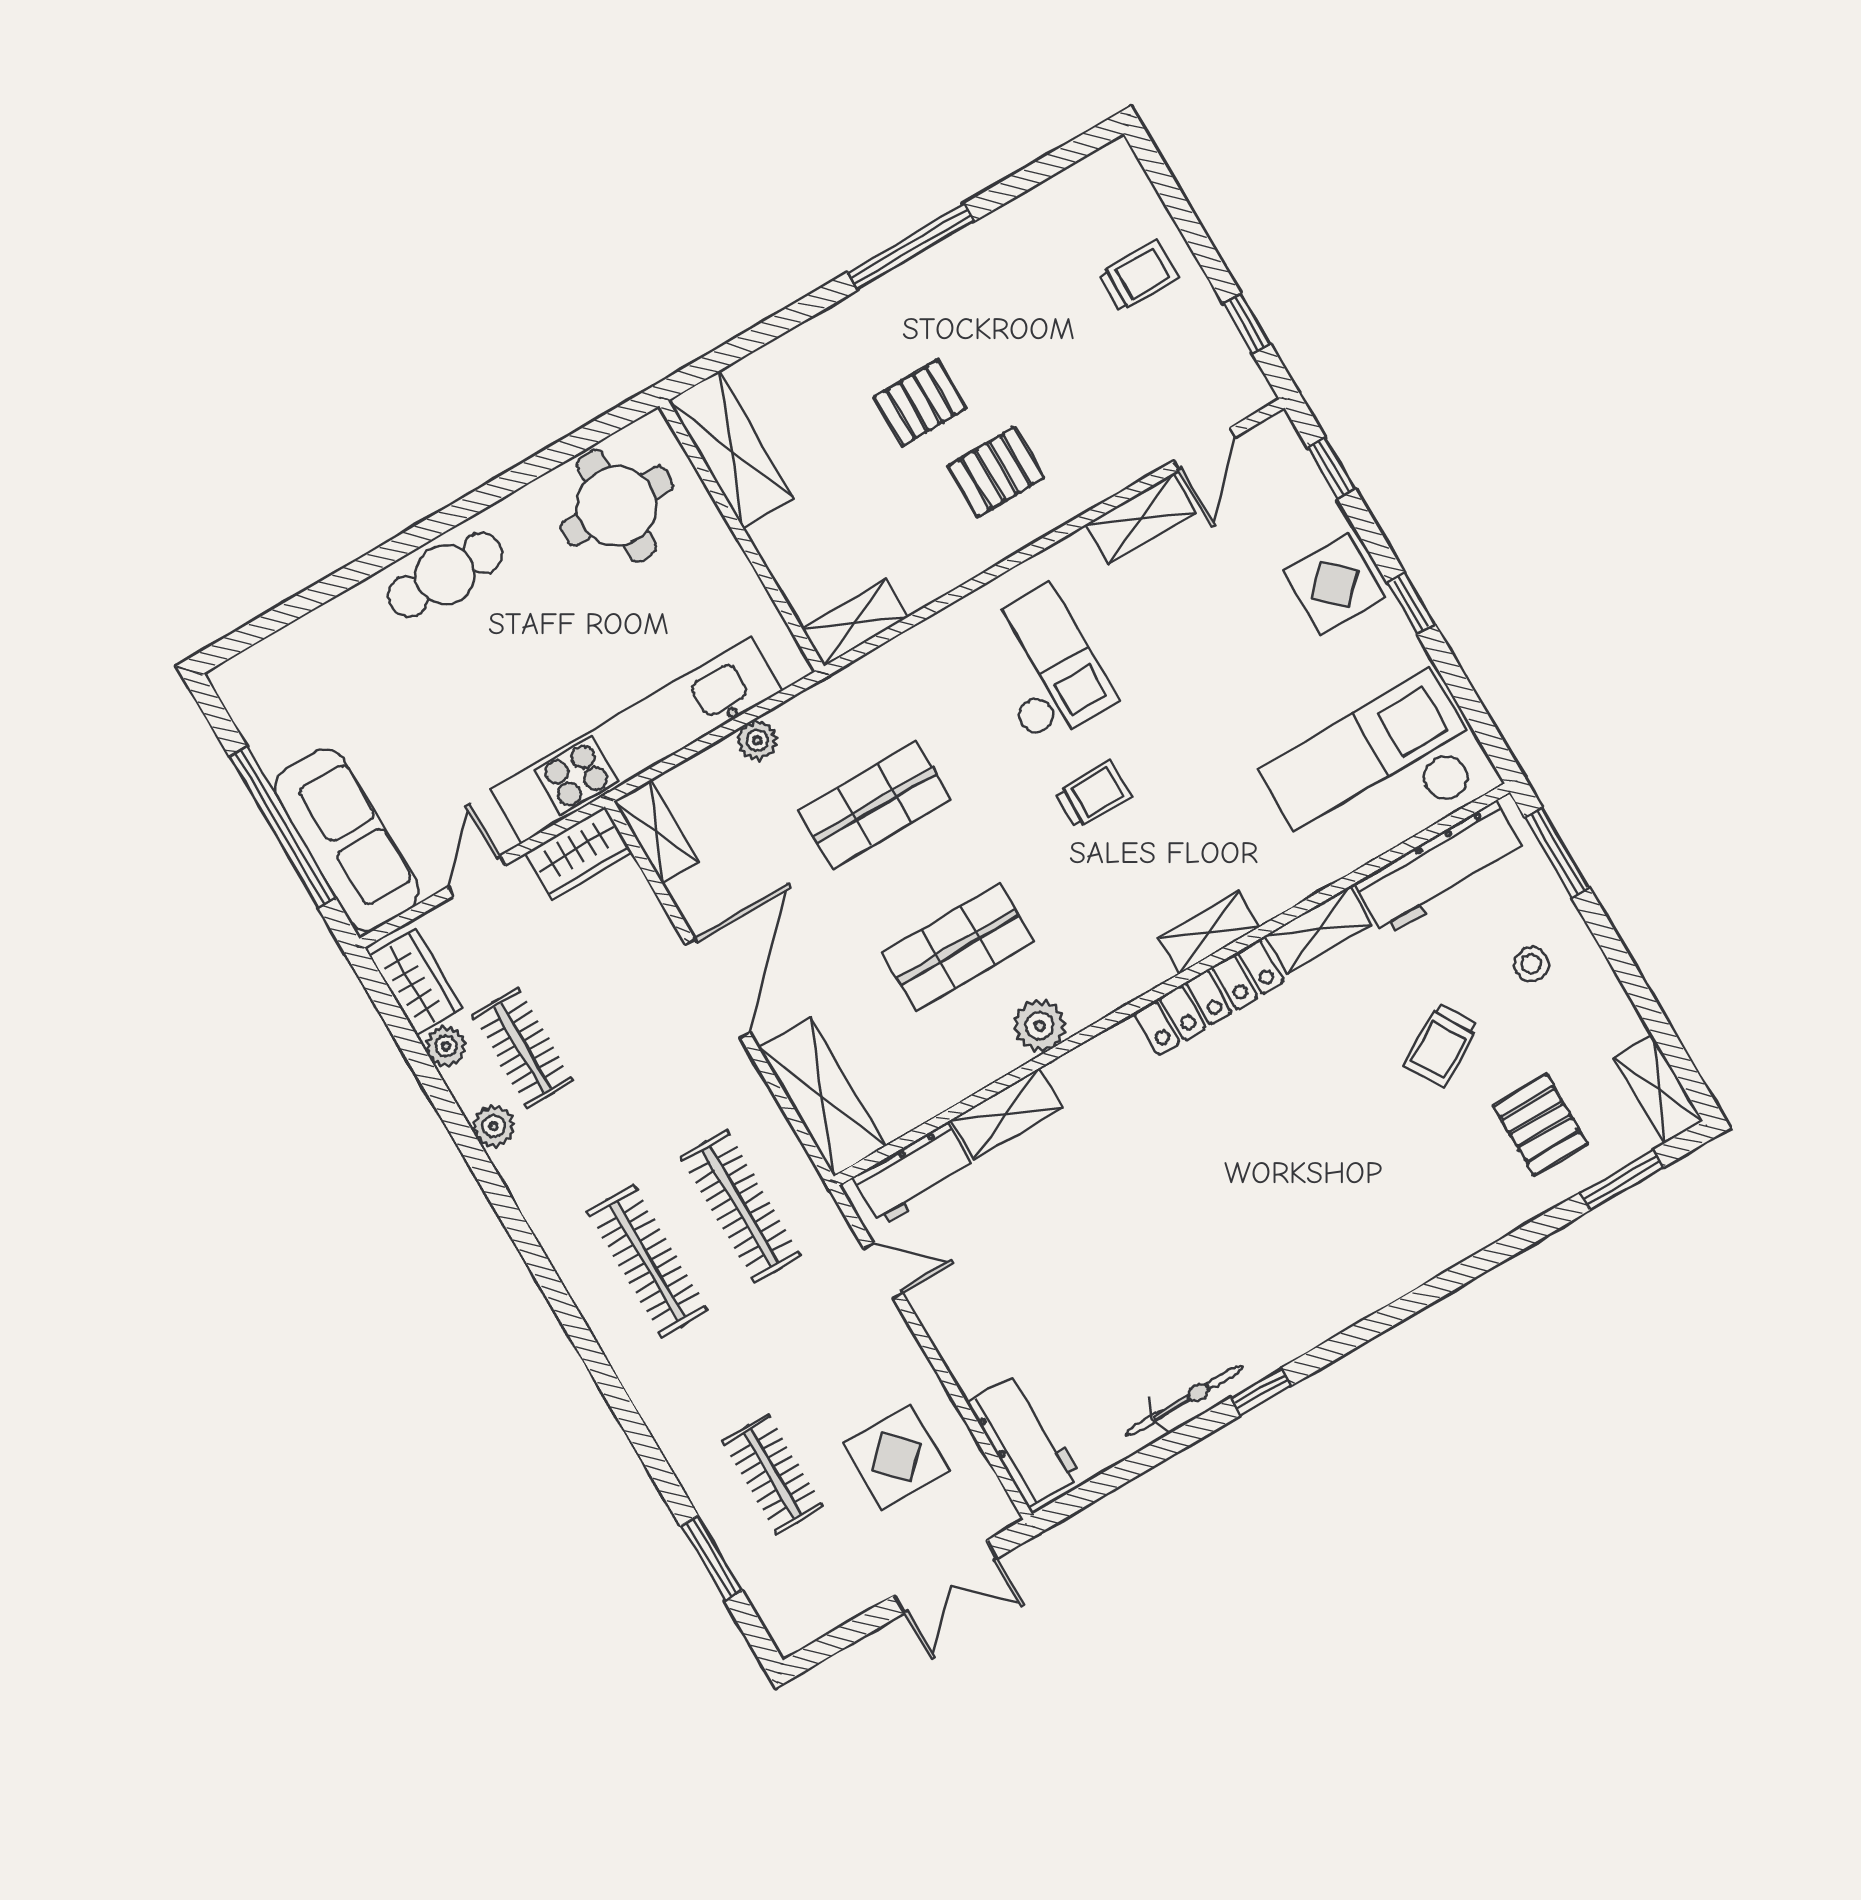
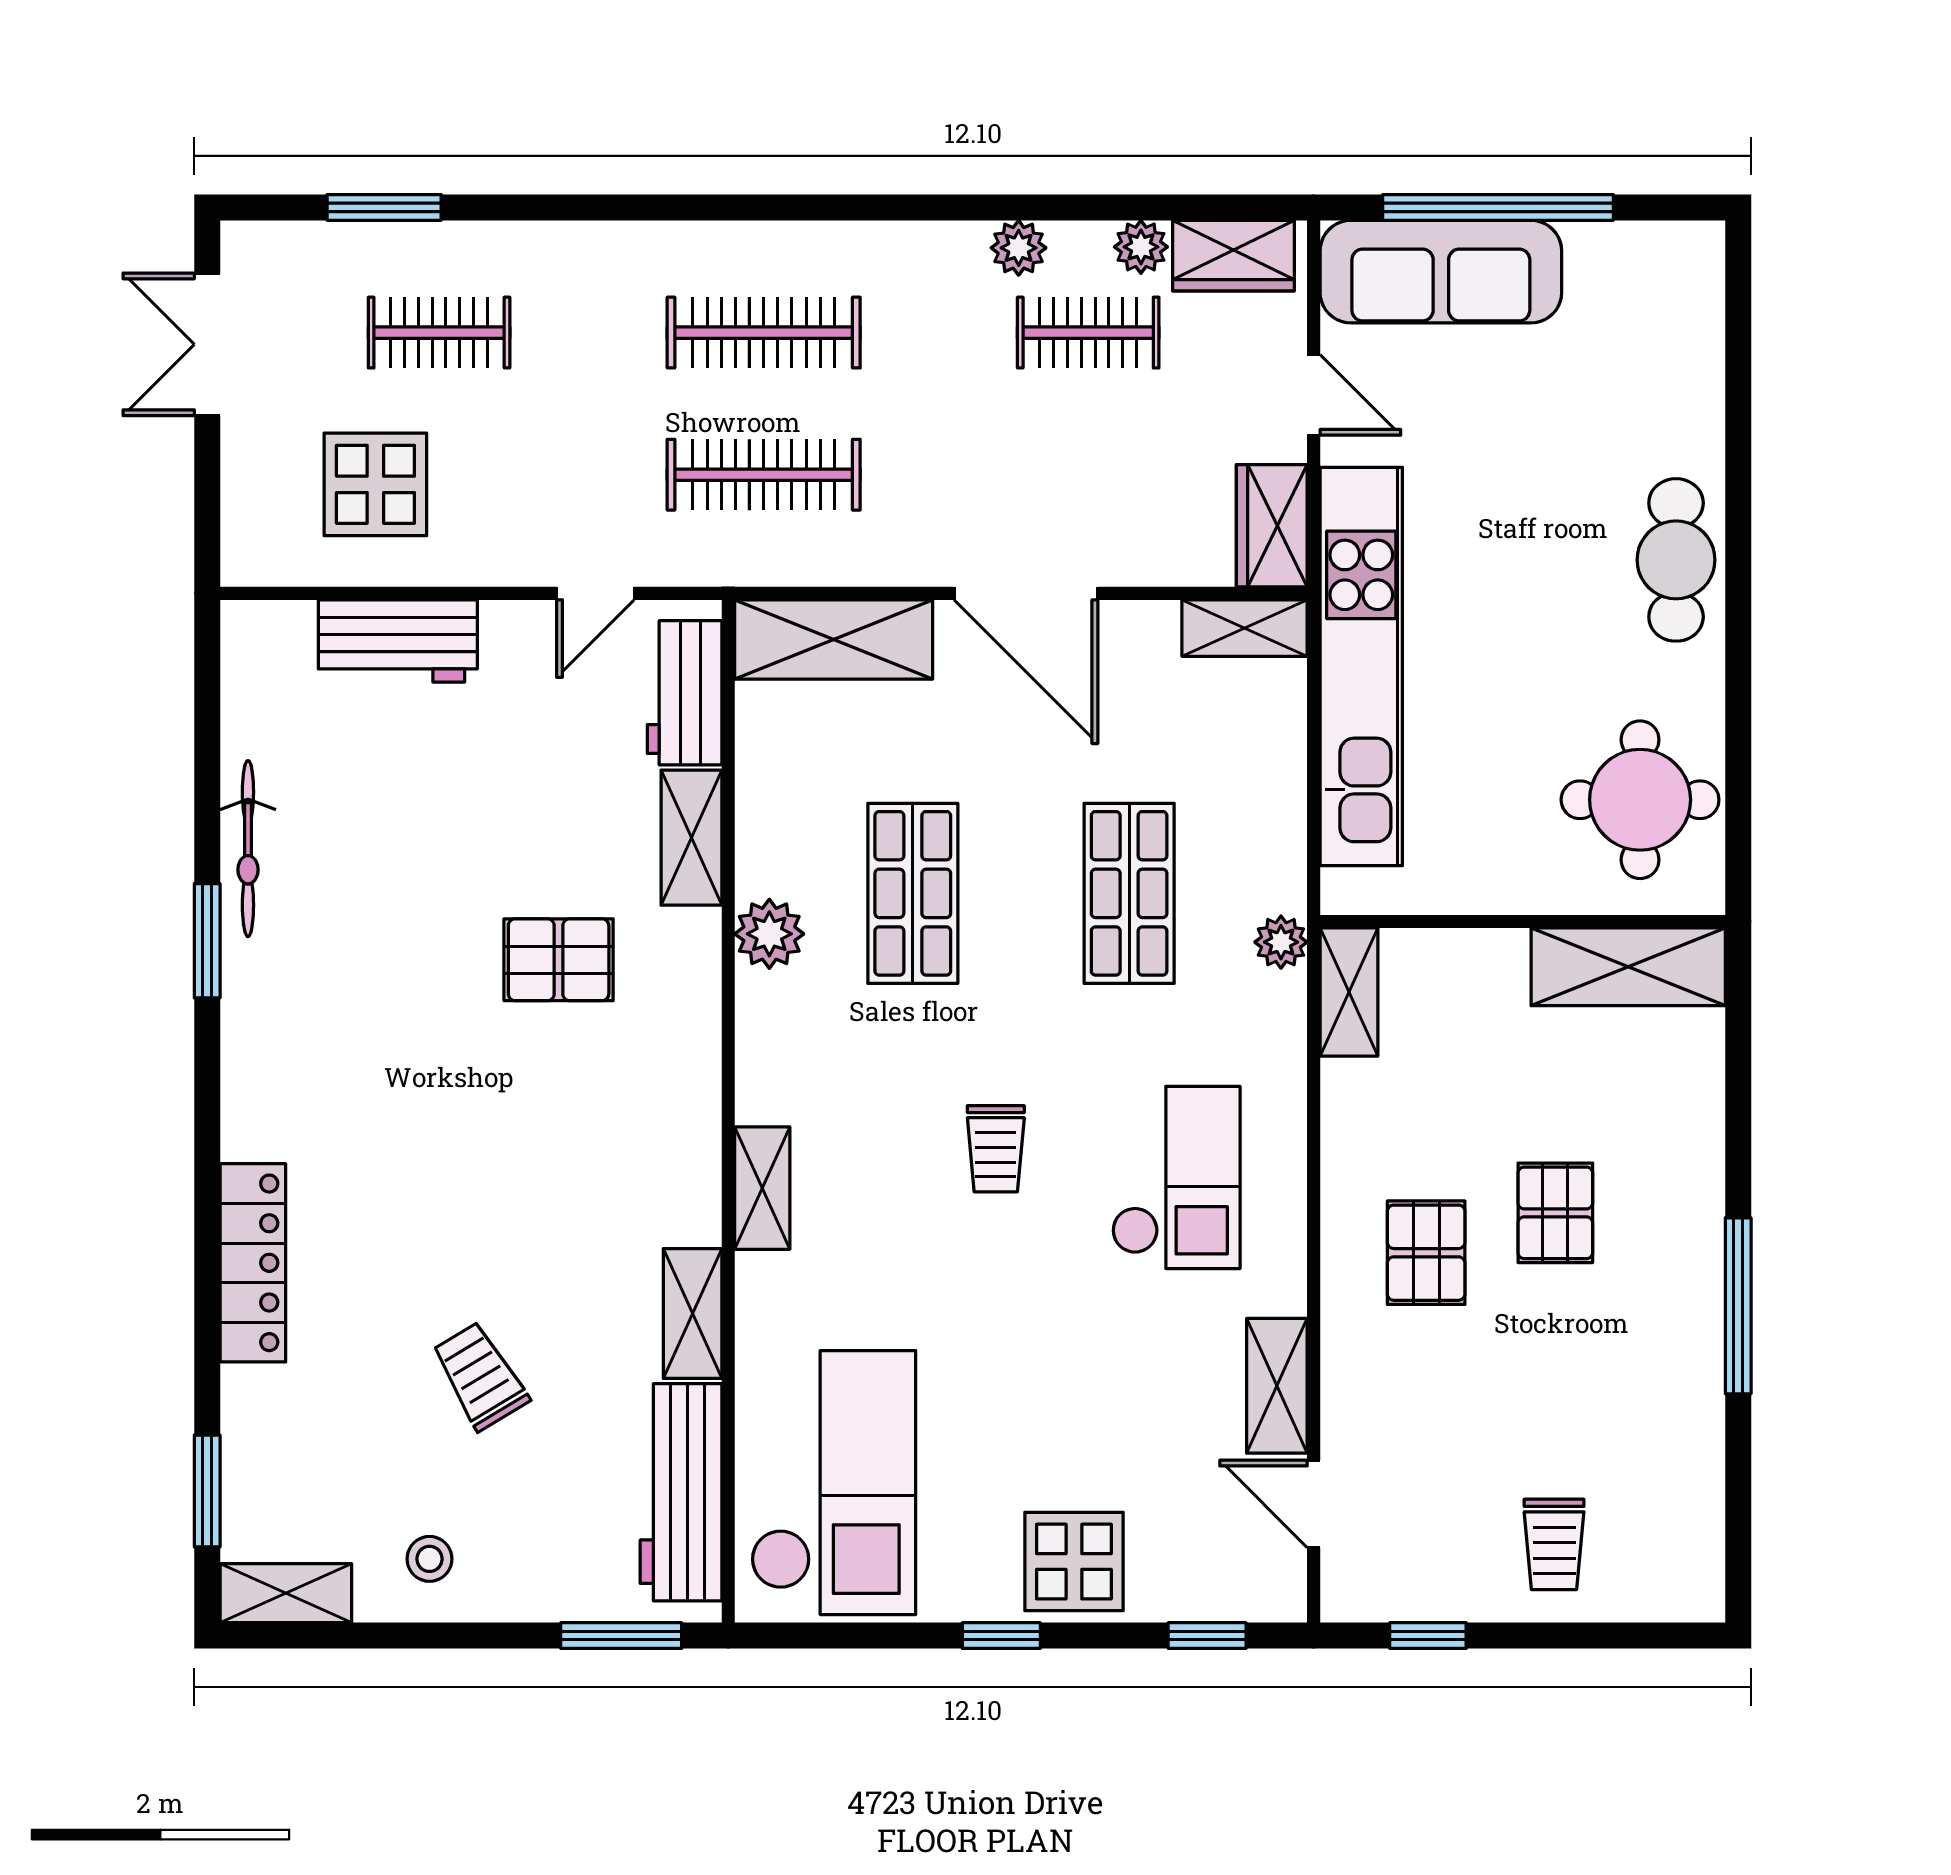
checkout: (1043, 665) -> (1176, 1177), turned -90
plant: (757, 740) -> (1281, 942), moved
stool: (1532, 964) -> (430, 1559), moved
locker: (1209, 997) -> (253, 1263), moved, turned 180
pallet: (1540, 1125) -> (559, 960), moved
window: (1261, 1392) -> (207, 941), width x1.50
workbench: (1024, 1440) -> (398, 641), moved
double door: (945, 1577) -> (207, 344), moved

